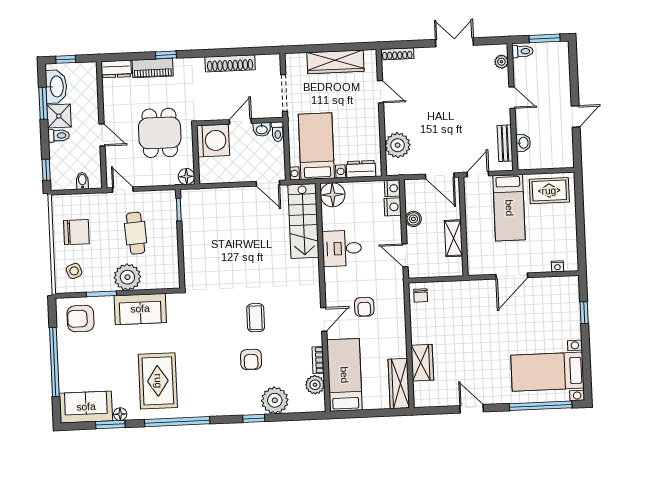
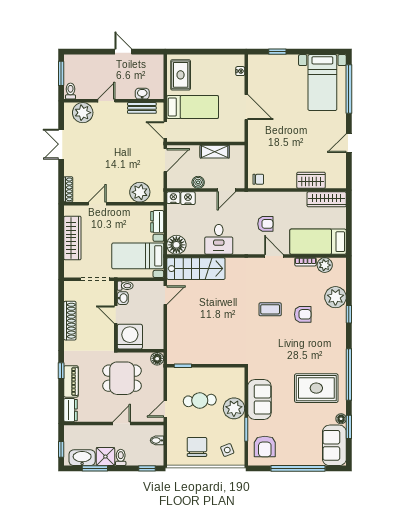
plant: (501, 62) -> (83, 113), width x1.88, depth x1.88

